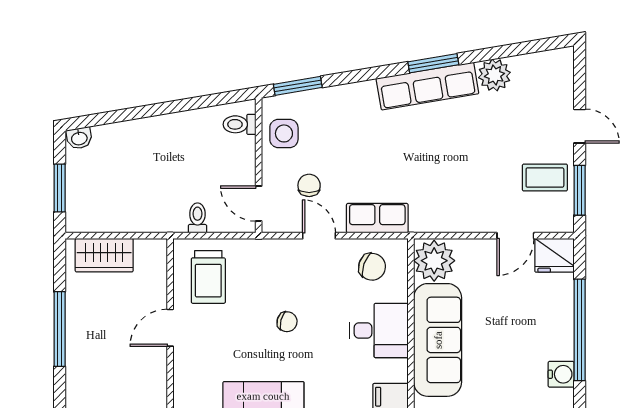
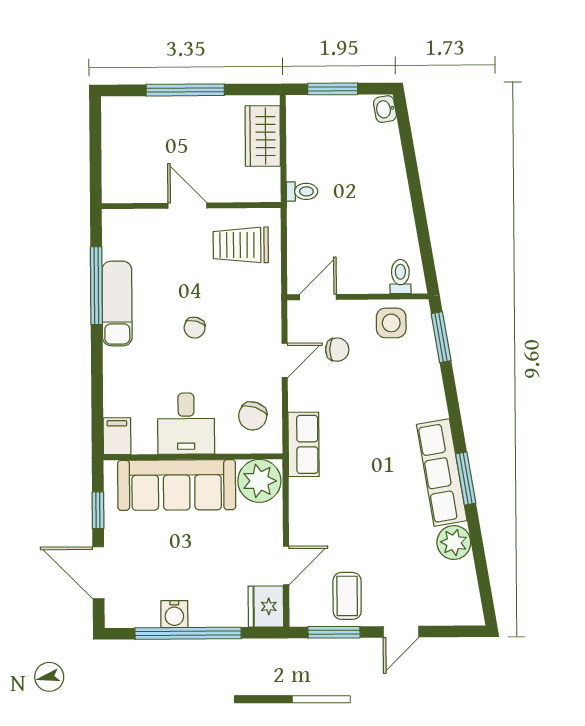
toilet: (197, 218) -> (302, 191), moved
row of seats: (377, 218) -> (304, 444), moved
door: (515, 236) -> (286, 566), swing flipped
water cooler: (561, 374) -> (174, 614), moved

